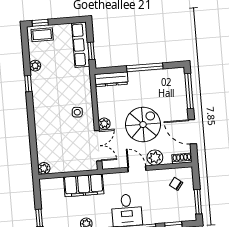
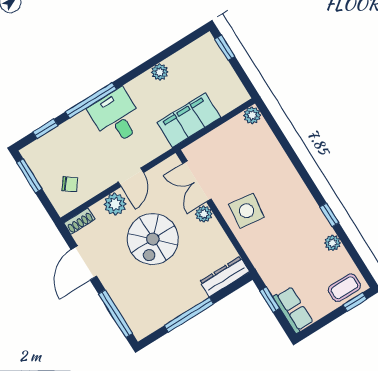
row of seats: (81, 45) -> (293, 310), width x0.68
side table: (77, 112) -> (247, 211), width x1.87, depth x1.87
door: (192, 132) -> (84, 263), swing flipped
door: (137, 169) -> (131, 177), hinge flipped

